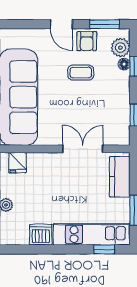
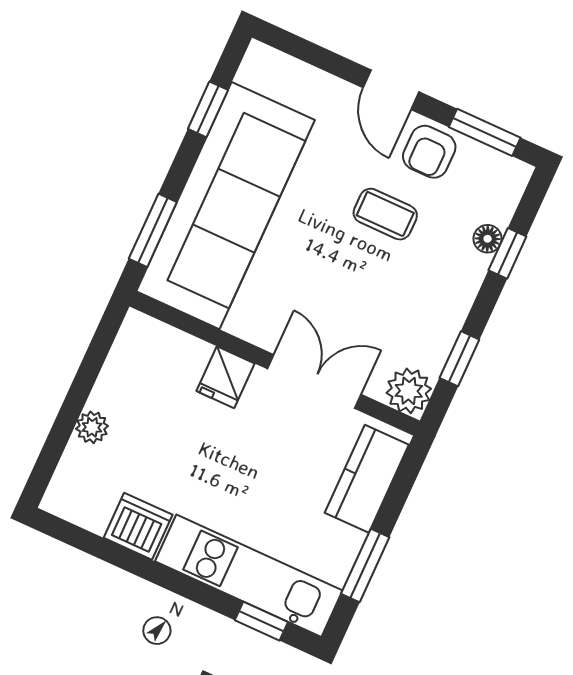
plant: (120, 48) -> (409, 391), moved
fridge: (17, 163) -> (226, 377), moved

